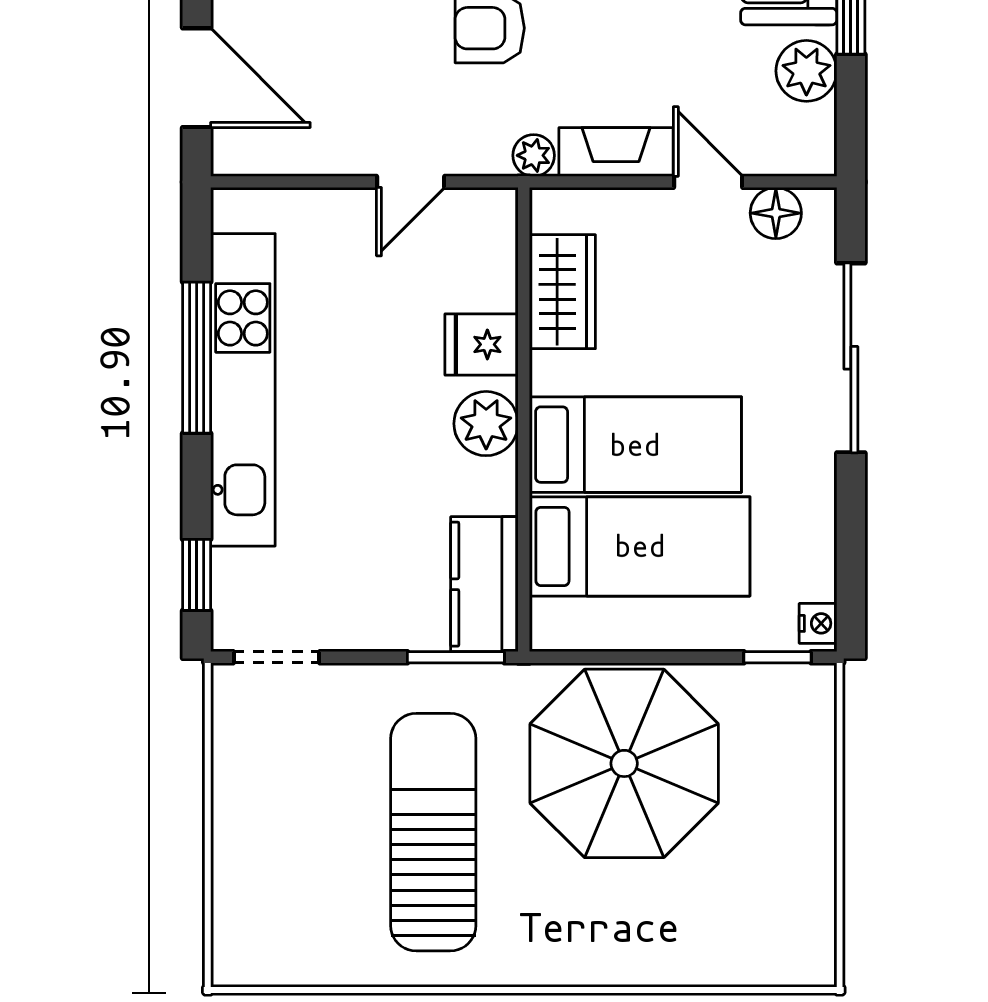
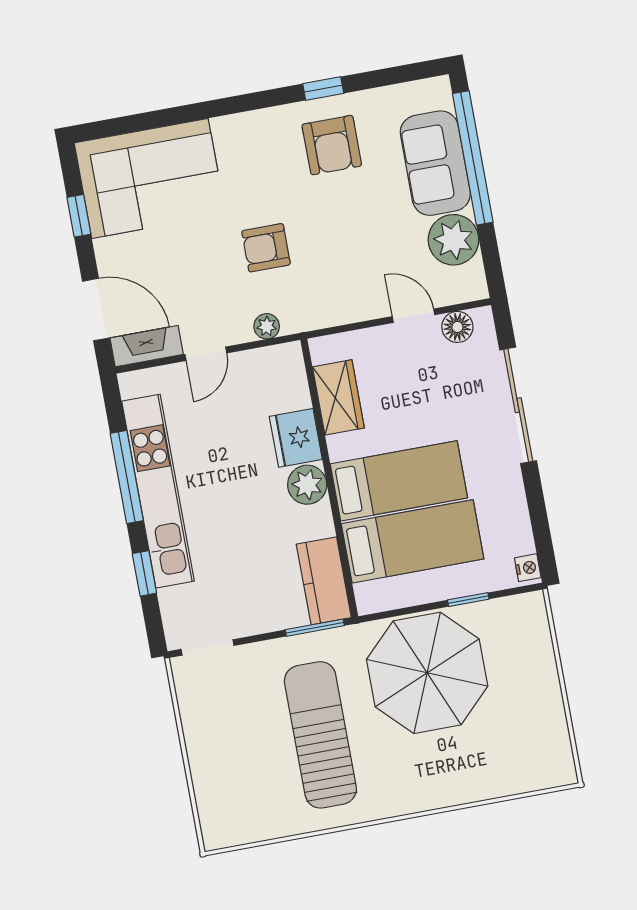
plant: (806, 71) -> (453, 240), width x1.36, depth x1.36
fireplace: (616, 152) -> (147, 346), moved
plant: (534, 155) -> (267, 326), moved
door: (411, 182) -> (206, 354), moved
fridge: (482, 344) -> (296, 438), width x1.38
window: (197, 575) -> (144, 573), moved
window: (777, 657) -> (468, 600), moved

